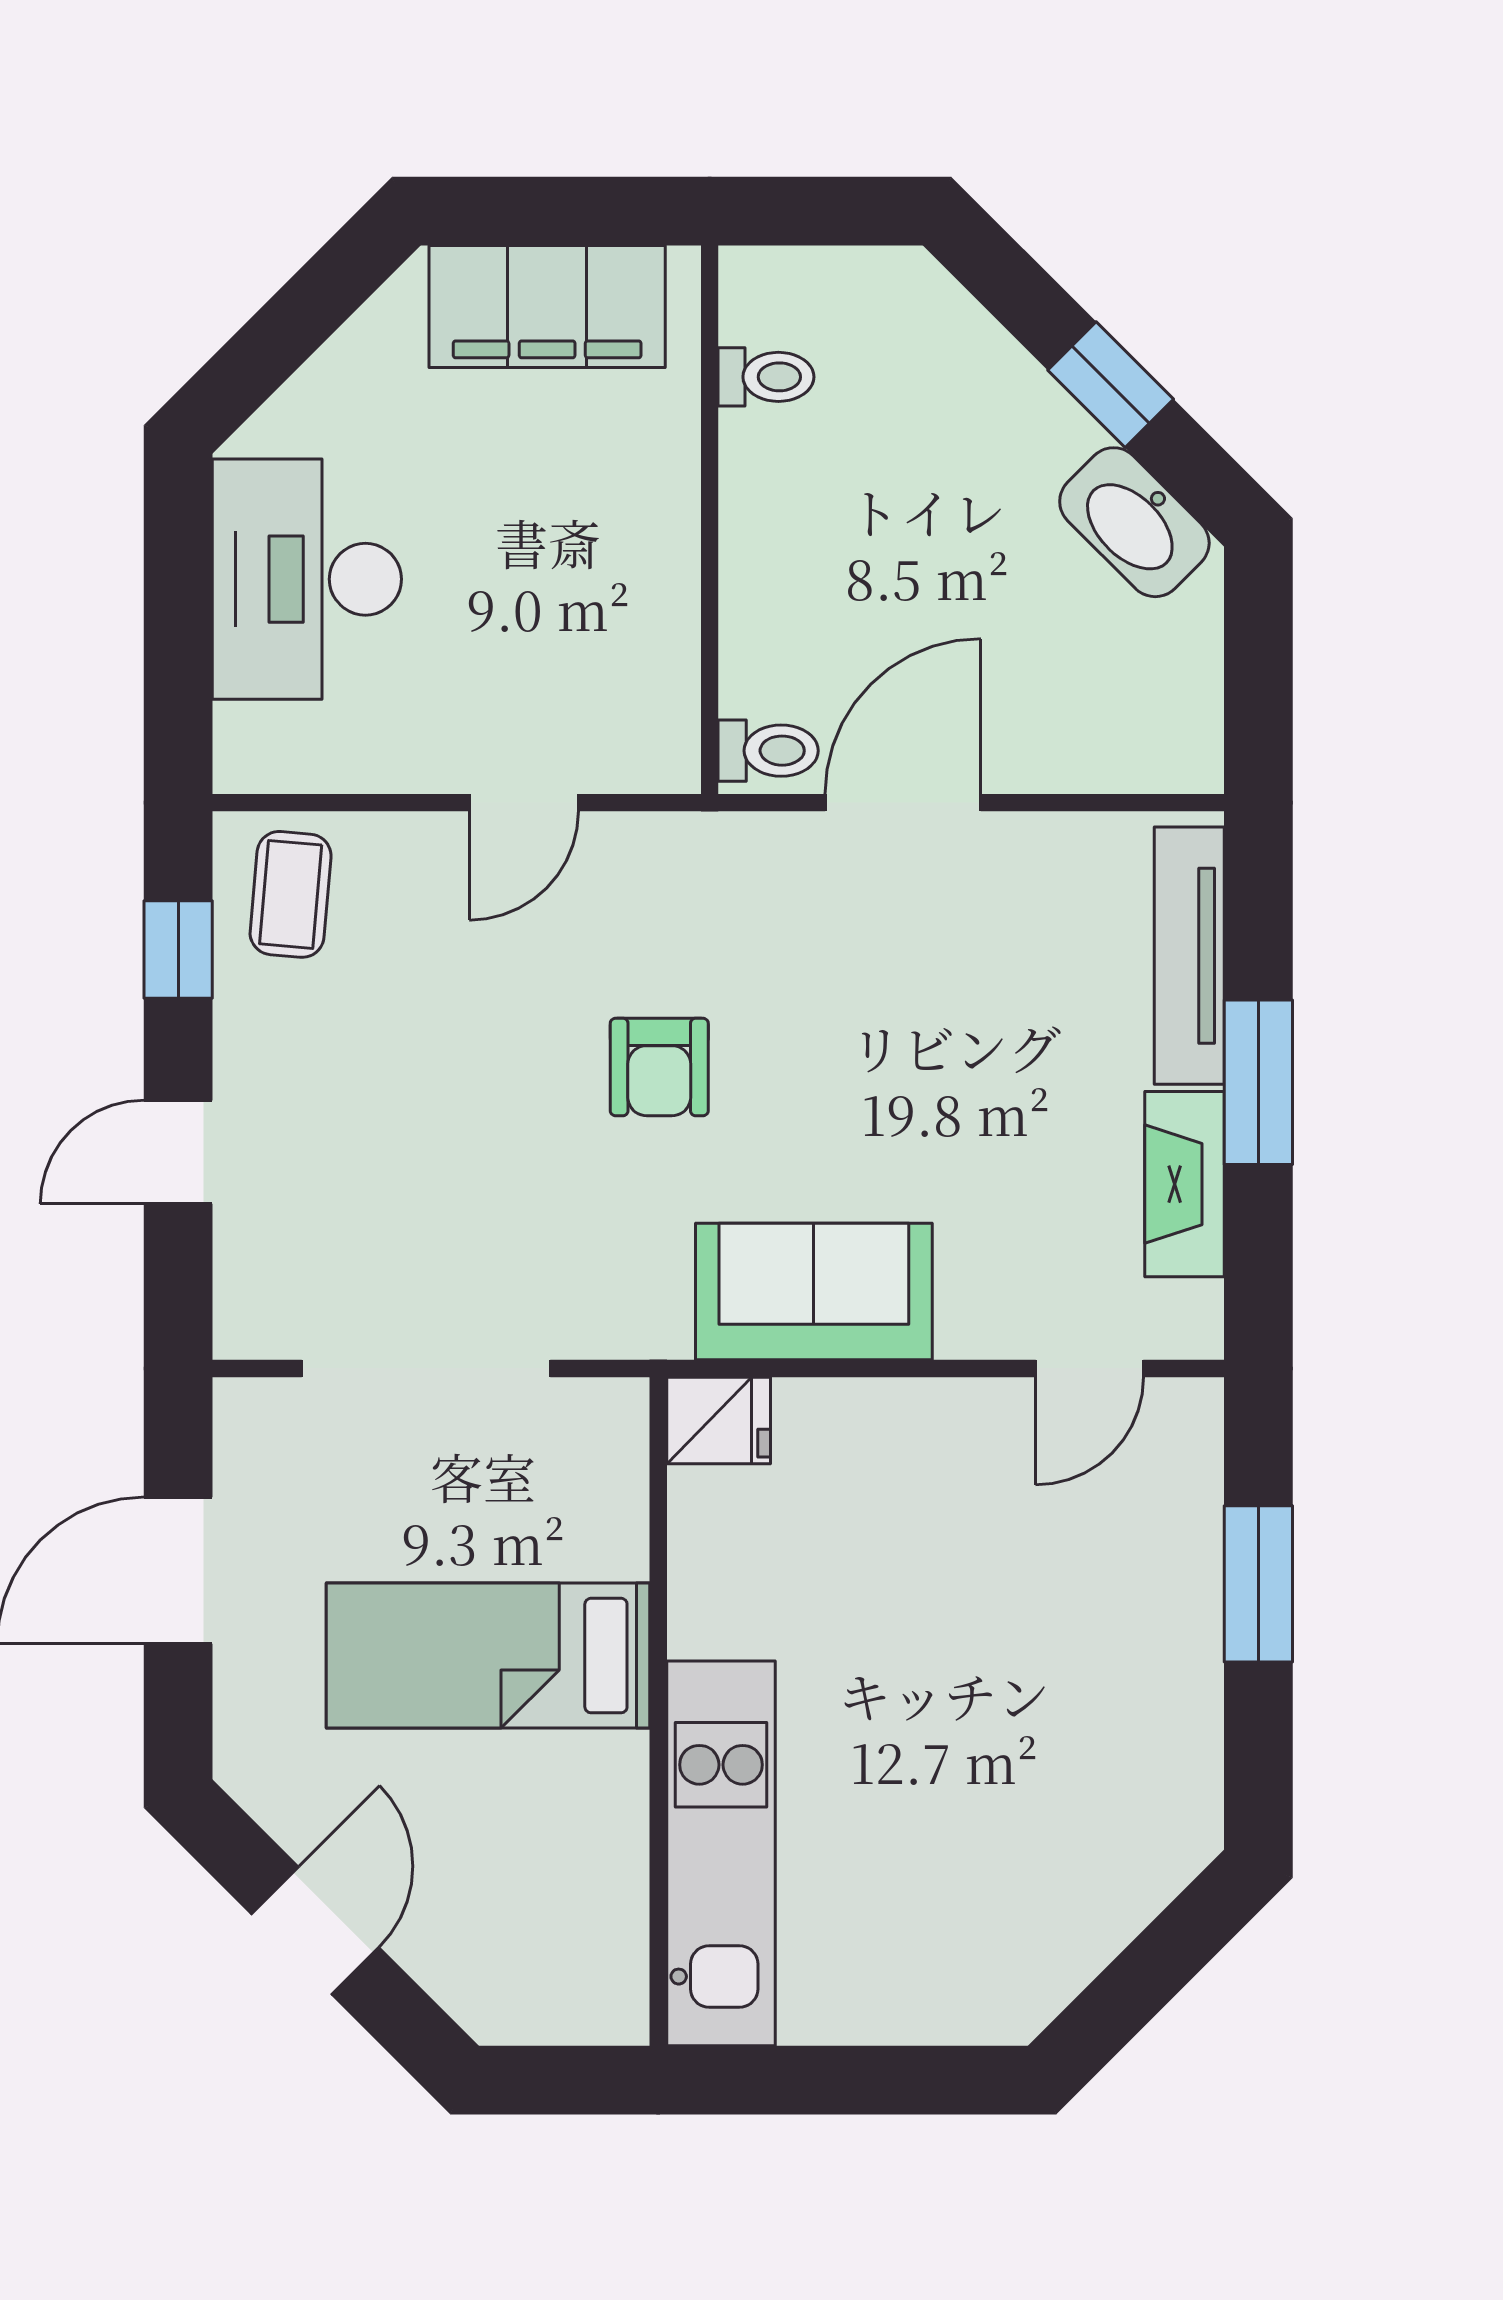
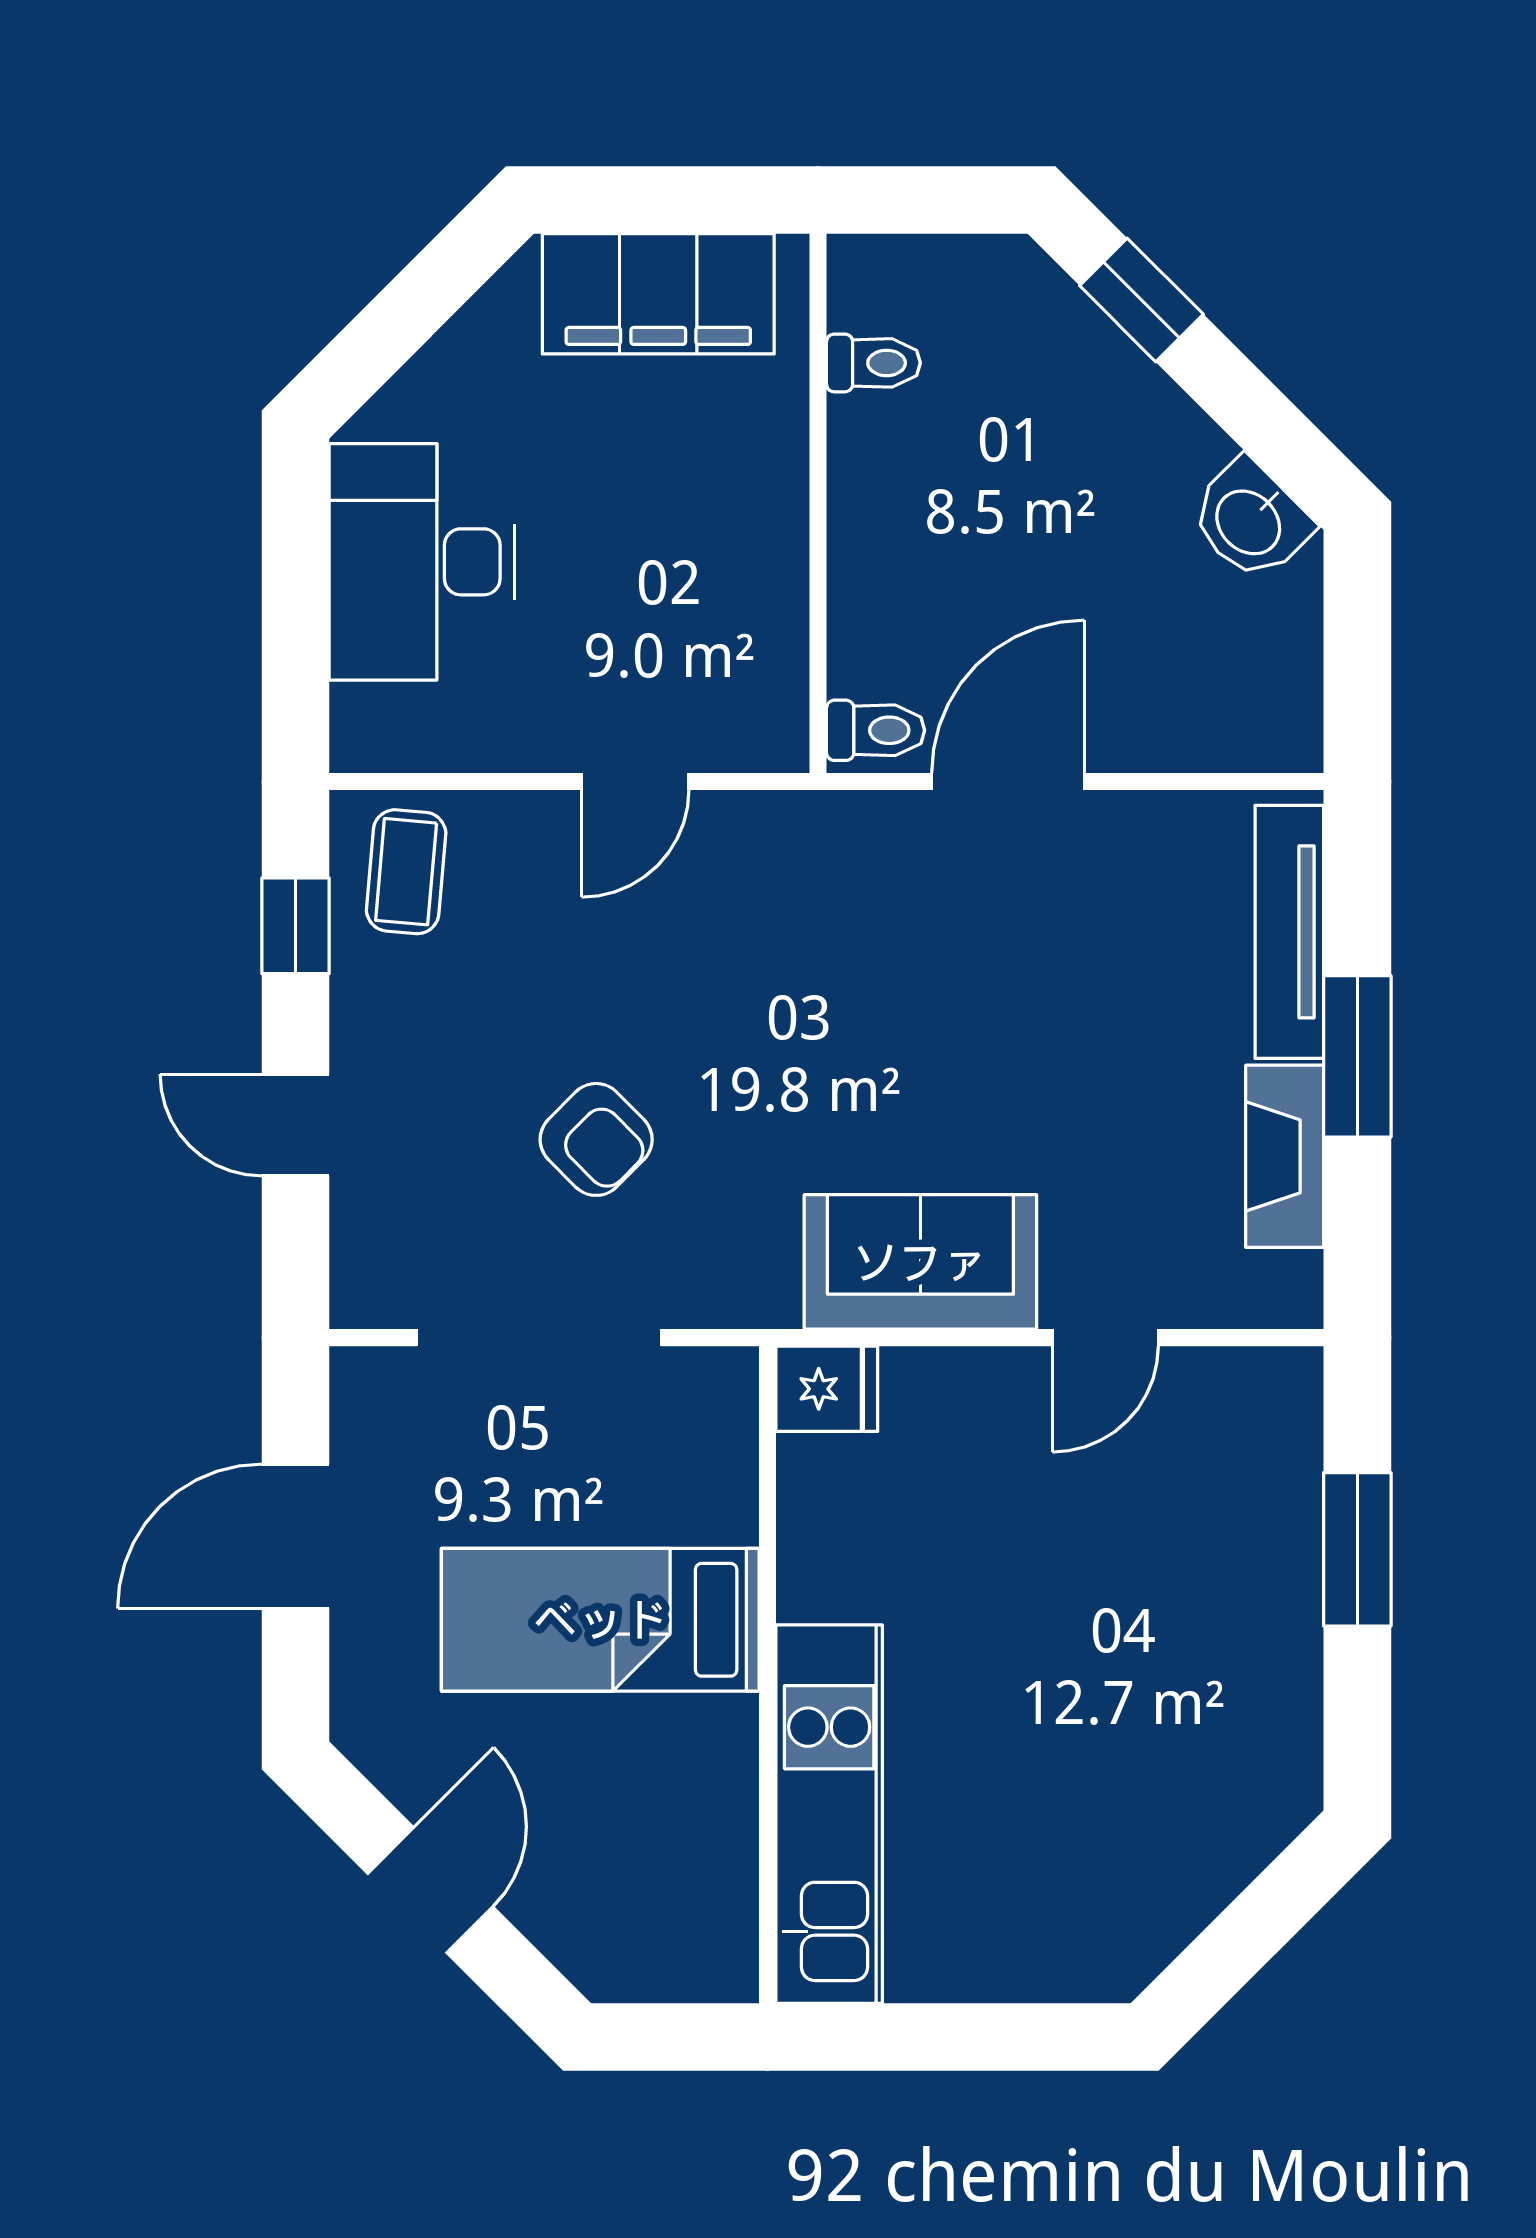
window: (1111, 385) -> (1141, 300), moved
washbasin: (1134, 522) -> (1250, 520), width x0.72
armchair: (659, 1067) -> (596, 1139), moved, turned -45
door: (178, 1152) -> (296, 1125), hinge flipped
door: (1090, 1368) -> (1105, 1338), moved

